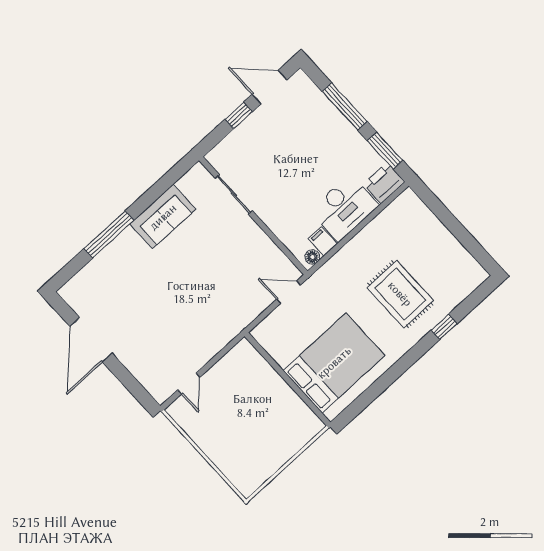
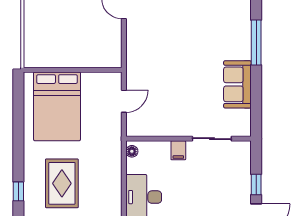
filing cabinet: (323, 241) -> (178, 150), moved, turned 90
door: (289, 292) -> (124, 101), moved
rug: (400, 294) -> (62, 183), turned 90

